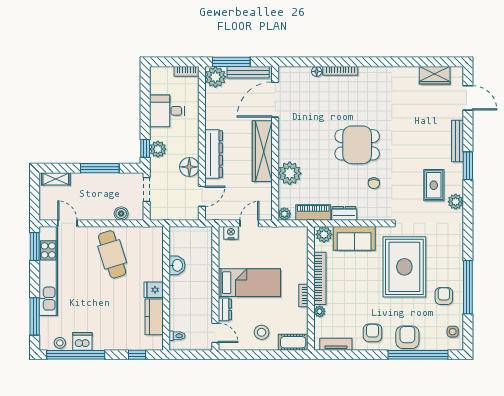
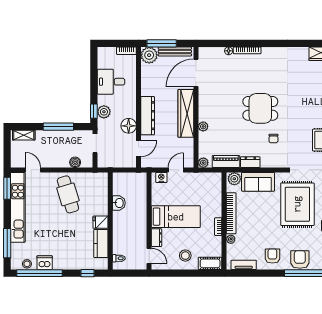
plant: (290, 173) -> (203, 126), width x0.53, depth x0.53

